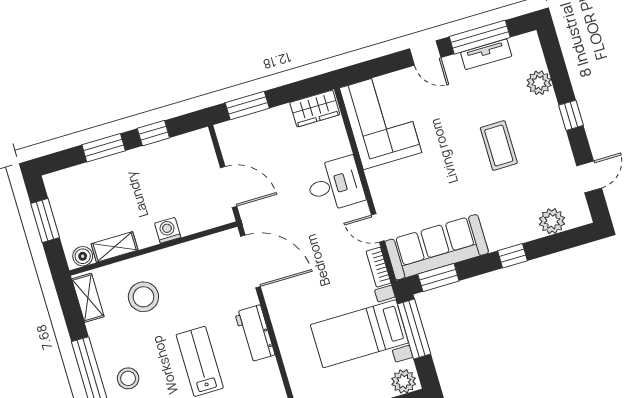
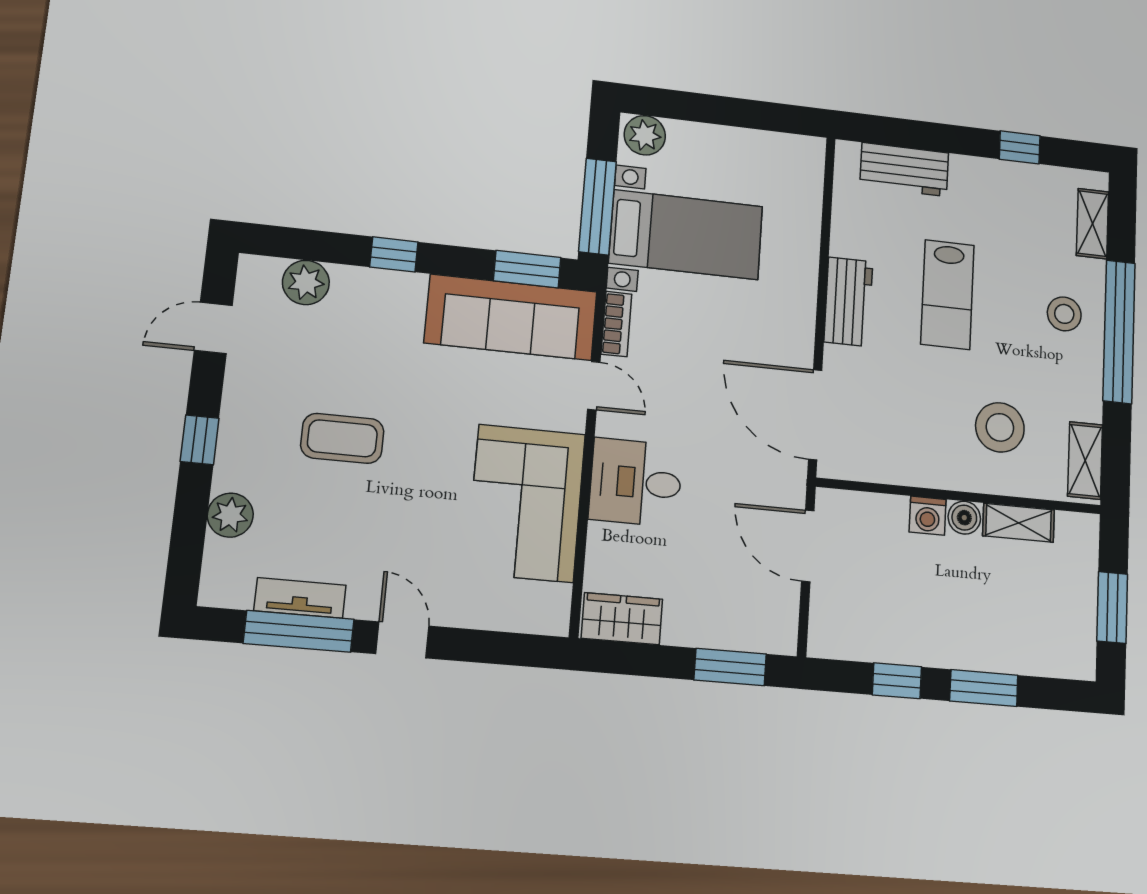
corner sofa: (381, 120) -> (526, 503), moved
coffee table: (499, 146) -> (342, 438), turned 90
boiler: (83, 256) -> (964, 518), moved

